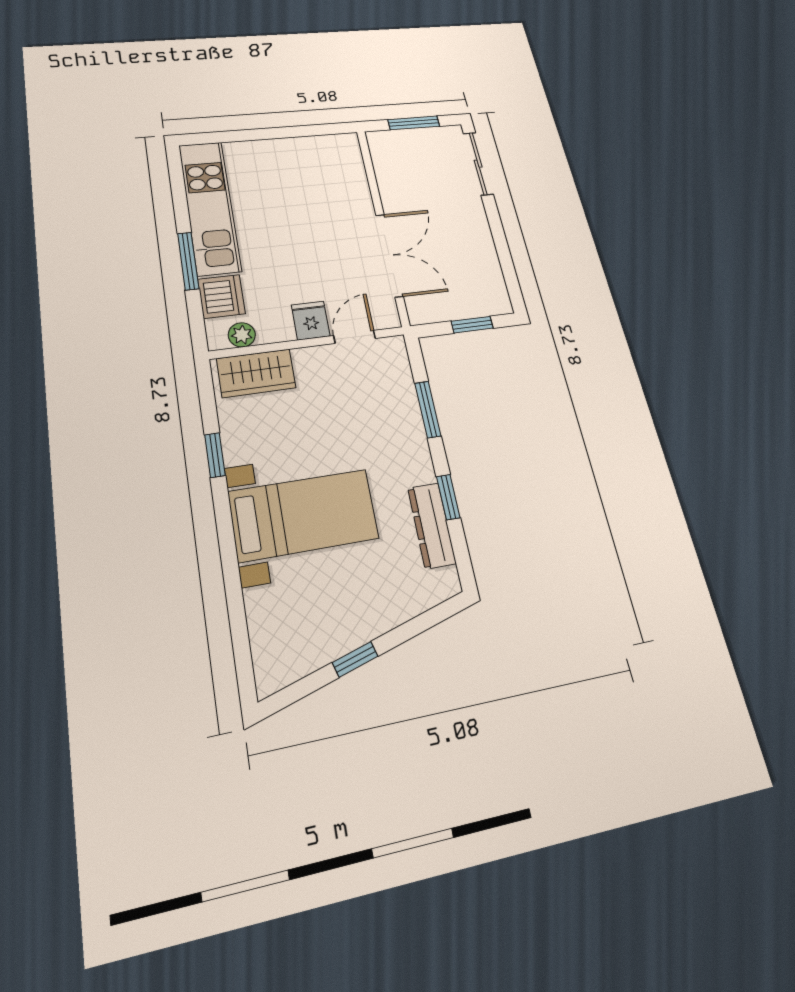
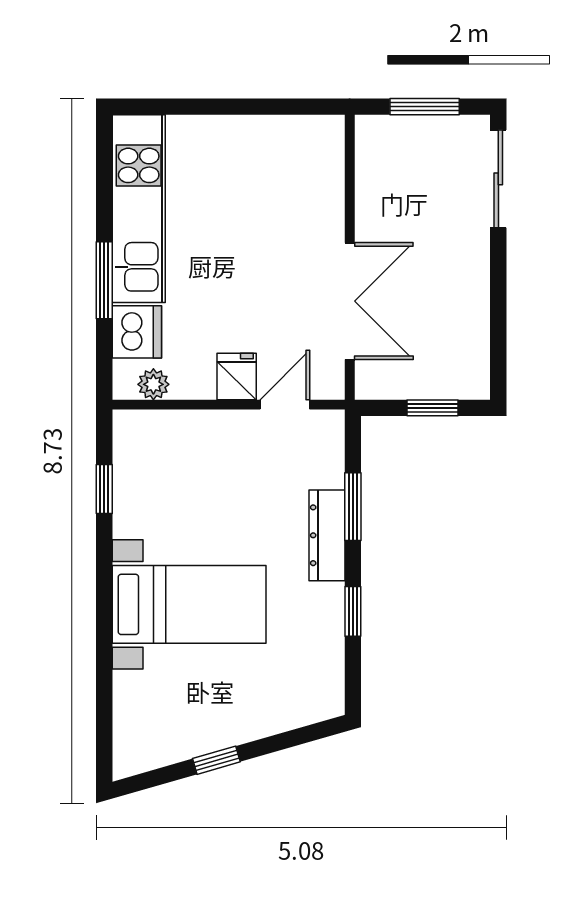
wardrobe: (256, 373) -> (163, 434), removed
window: (215, 455) -> (104, 489), moved
dresser: (432, 526) -> (327, 535), moved

